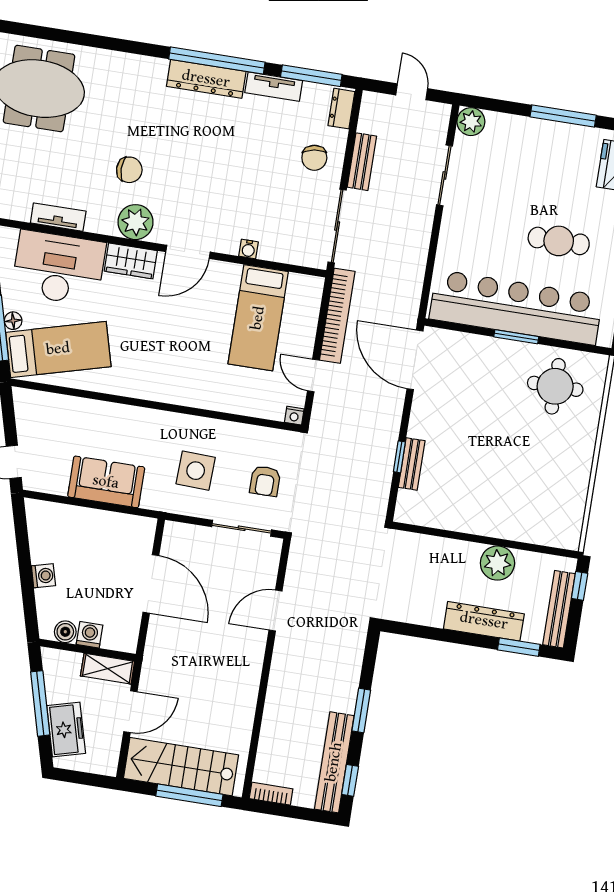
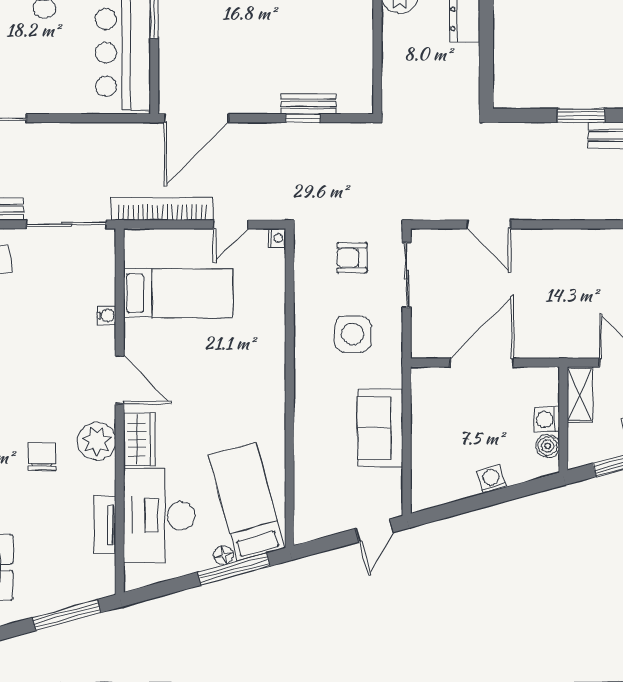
armchair: (265, 481) -> (352, 258), turned 180

